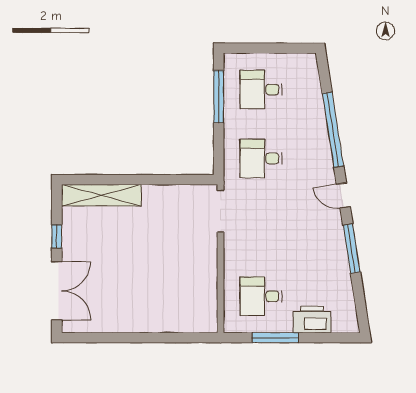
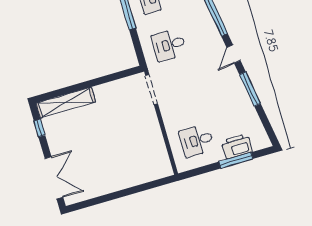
door: (343, 195) -> (234, 54), hinge flipped
window: (57, 236) -> (39, 128), moved
window: (275, 338) -> (236, 160), moved

